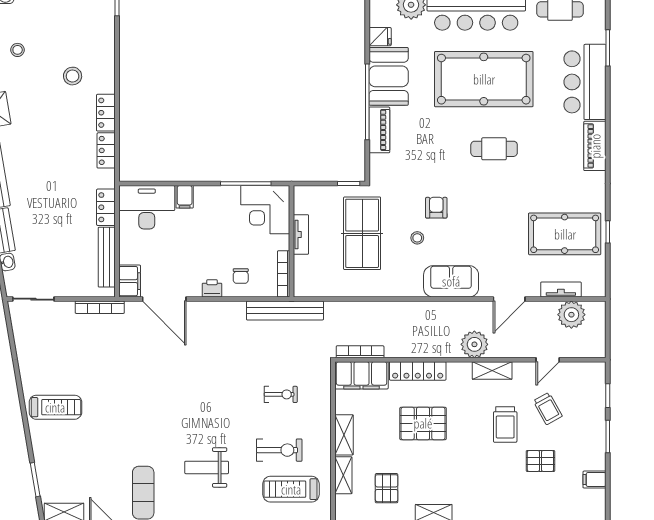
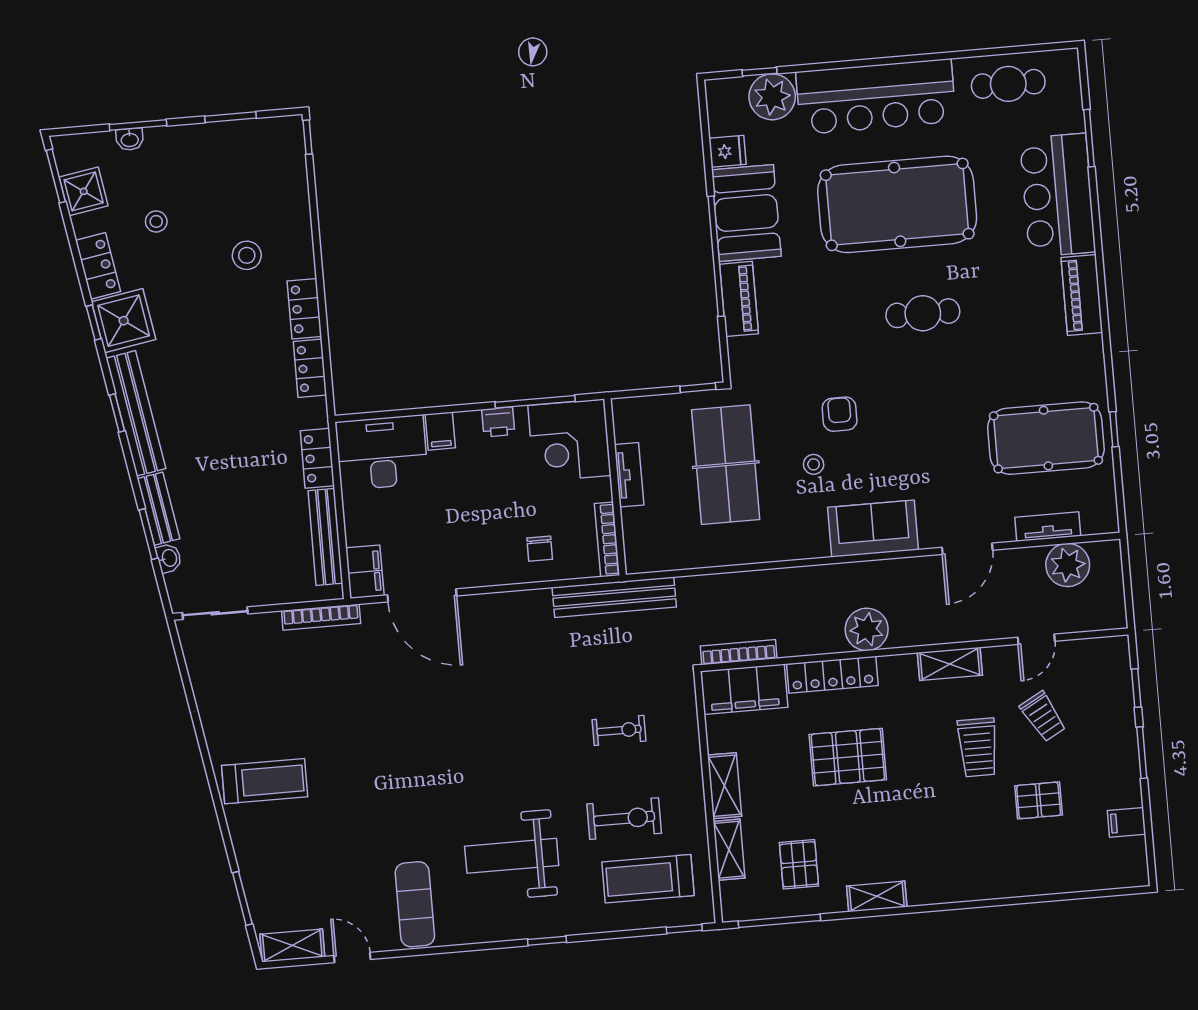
printer: (212, 288) -> (498, 422), moved, turned 180
plant: (474, 344) -> (867, 629), moved
weight bench: (207, 467) -> (512, 856), width x1.36, depth x1.33

